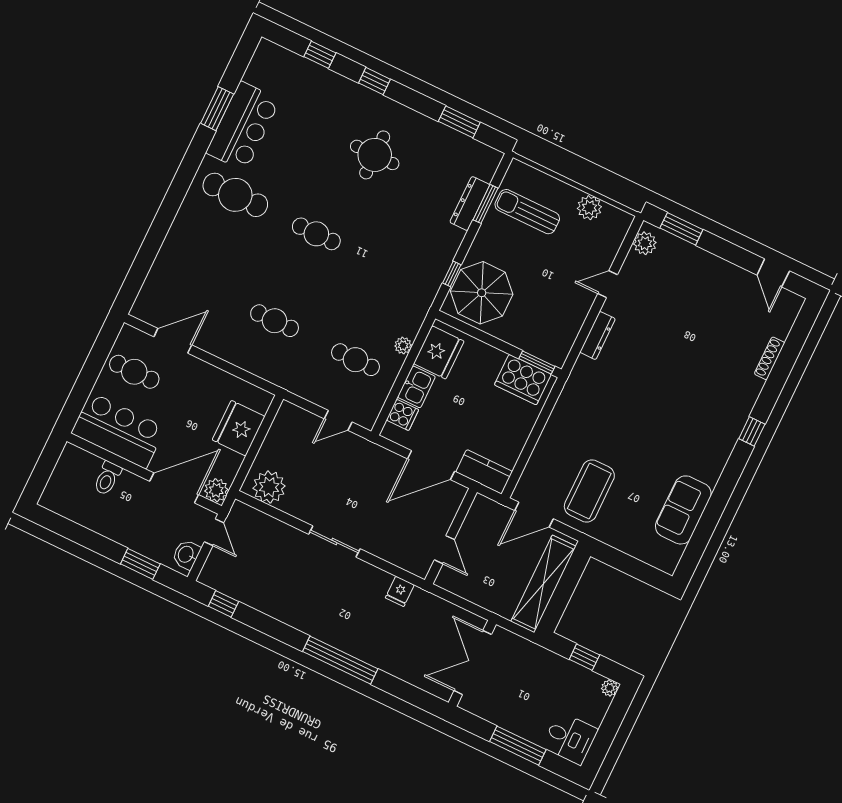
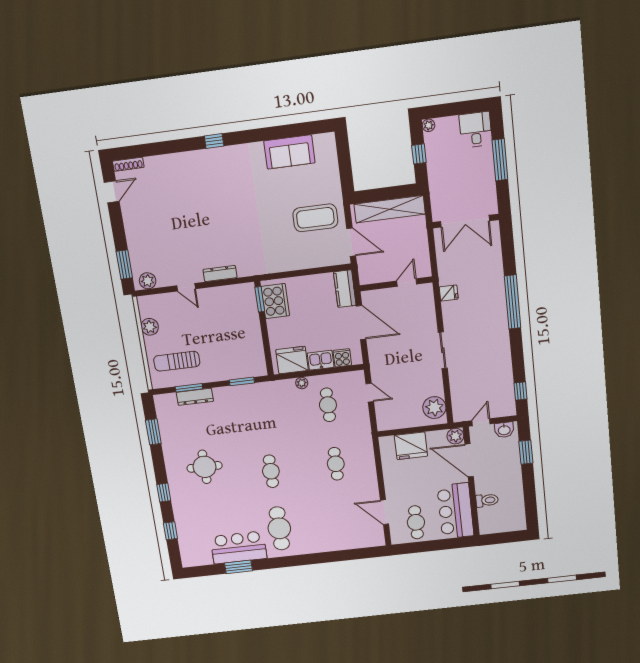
sun lounger: (527, 212) -> (177, 361), turned 90
window: (452, 274) -> (242, 381), width x1.50
parasol: (482, 293) -> (241, 357), removed
shoe rack: (770, 358) -> (128, 164), moved

